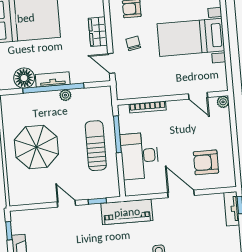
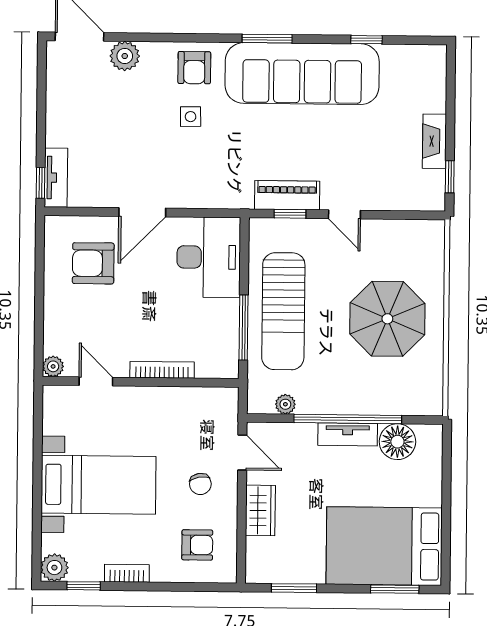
plant: (65, 95) -> (285, 404), moved
bookcase: (148, 107) -> (162, 370), moved
sun lounger: (96, 146) -> (283, 311), width x1.36, depth x1.34
desk: (140, 156) -> (209, 257), moved
armchair: (206, 162) -> (93, 263), turned 180
door: (181, 194) -> (142, 212), hinge flipped
piano: (127, 212) -> (287, 195), moved, width x0.73, depth x0.75

